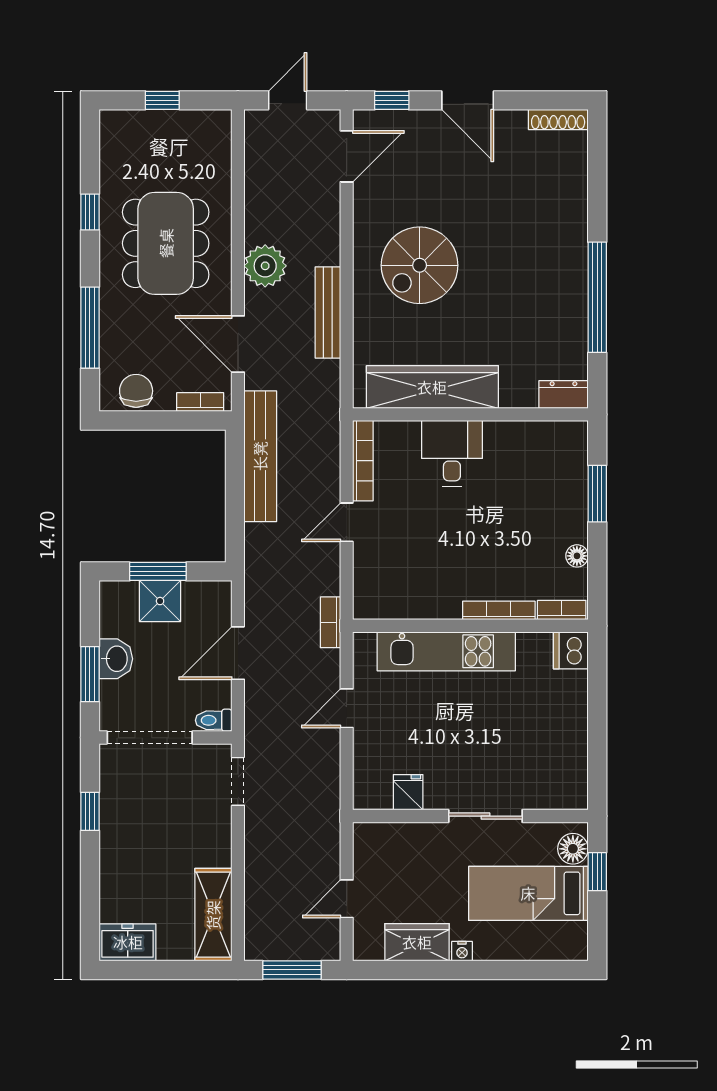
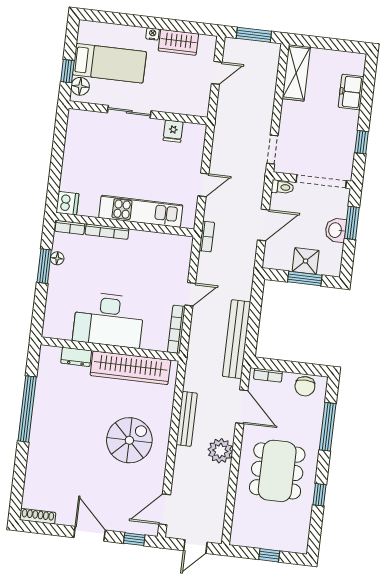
dresser: (563, 395) -> (76, 357), moved
desk: (452, 453) -> (109, 320), width x1.87, depth x1.30
window: (597, 494) -> (44, 266), moved
freezer: (128, 942) -> (351, 92), moved, turned 90

